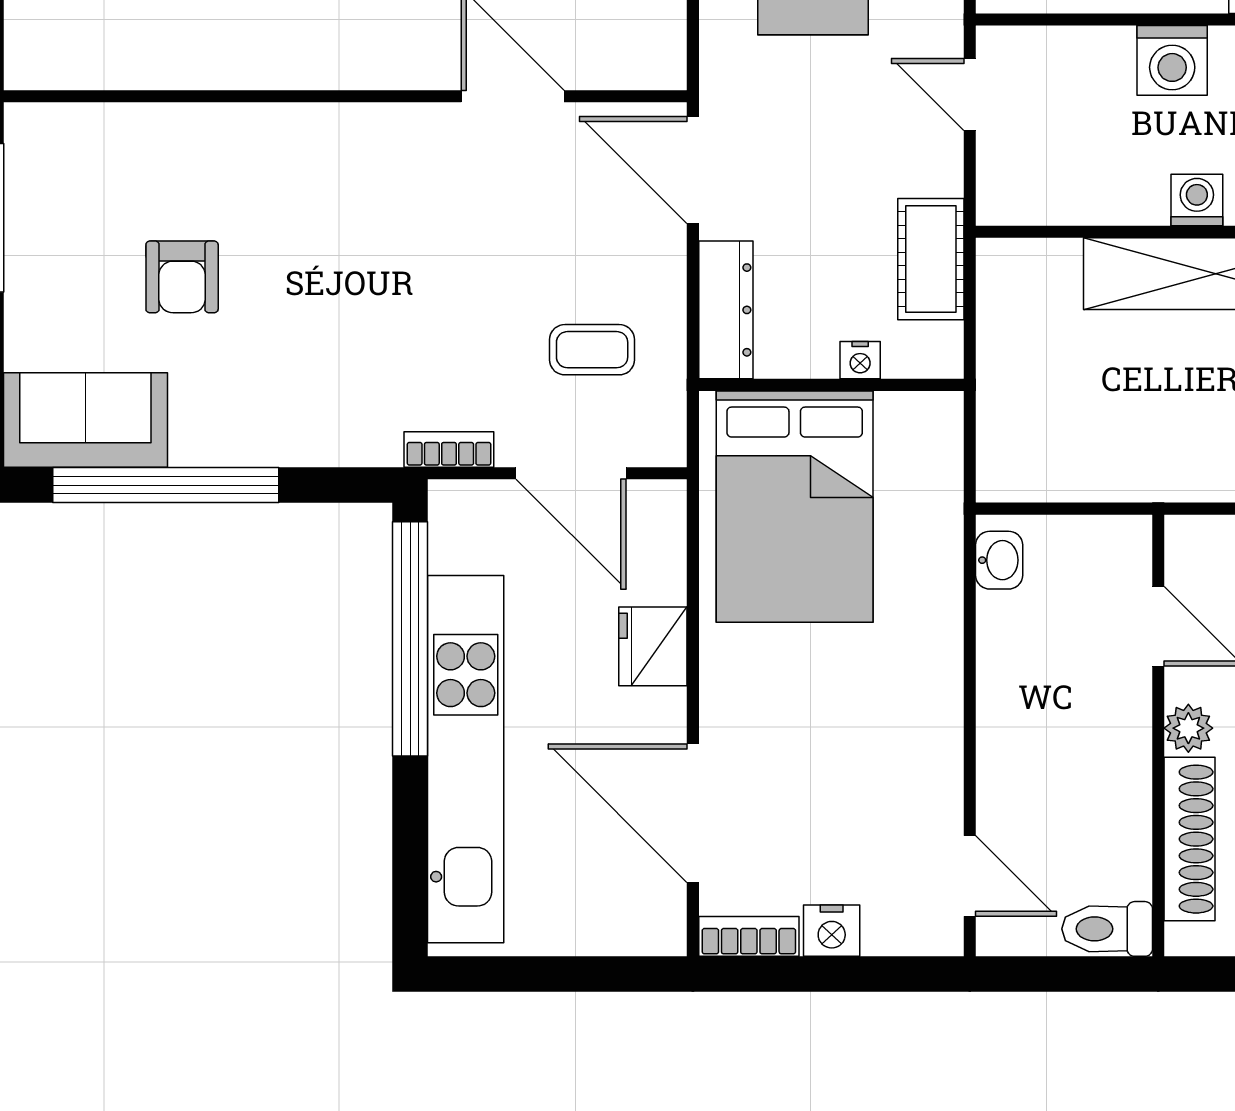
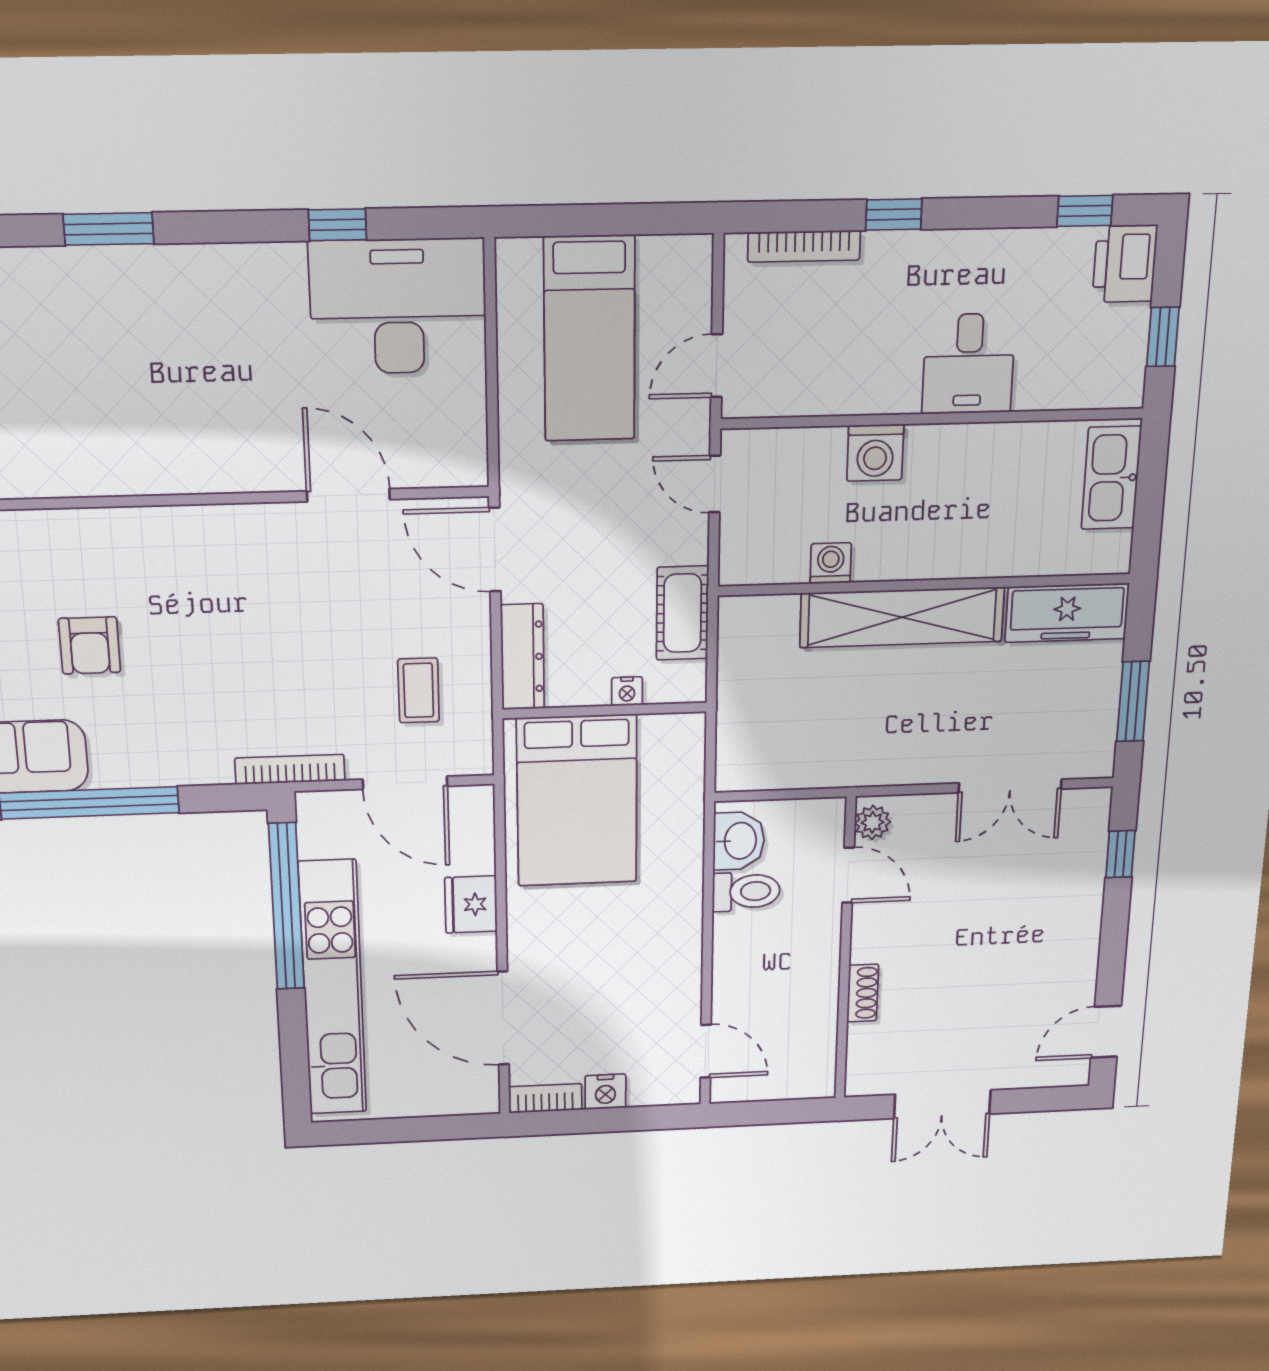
washing machine: (1197, 200) -> (831, 563), moved
coffee table: (592, 350) -> (419, 690), turned 90
bookcase: (449, 449) -> (290, 769), width x1.56
washbasin: (999, 560) -> (739, 841), width x1.38, depth x1.45
plant: (1188, 728) -> (873, 822), moved
shoe rack: (1189, 839) -> (863, 993), width x0.51, depth x0.81
toilet: (1107, 929) -> (746, 891), moved, turned 180

